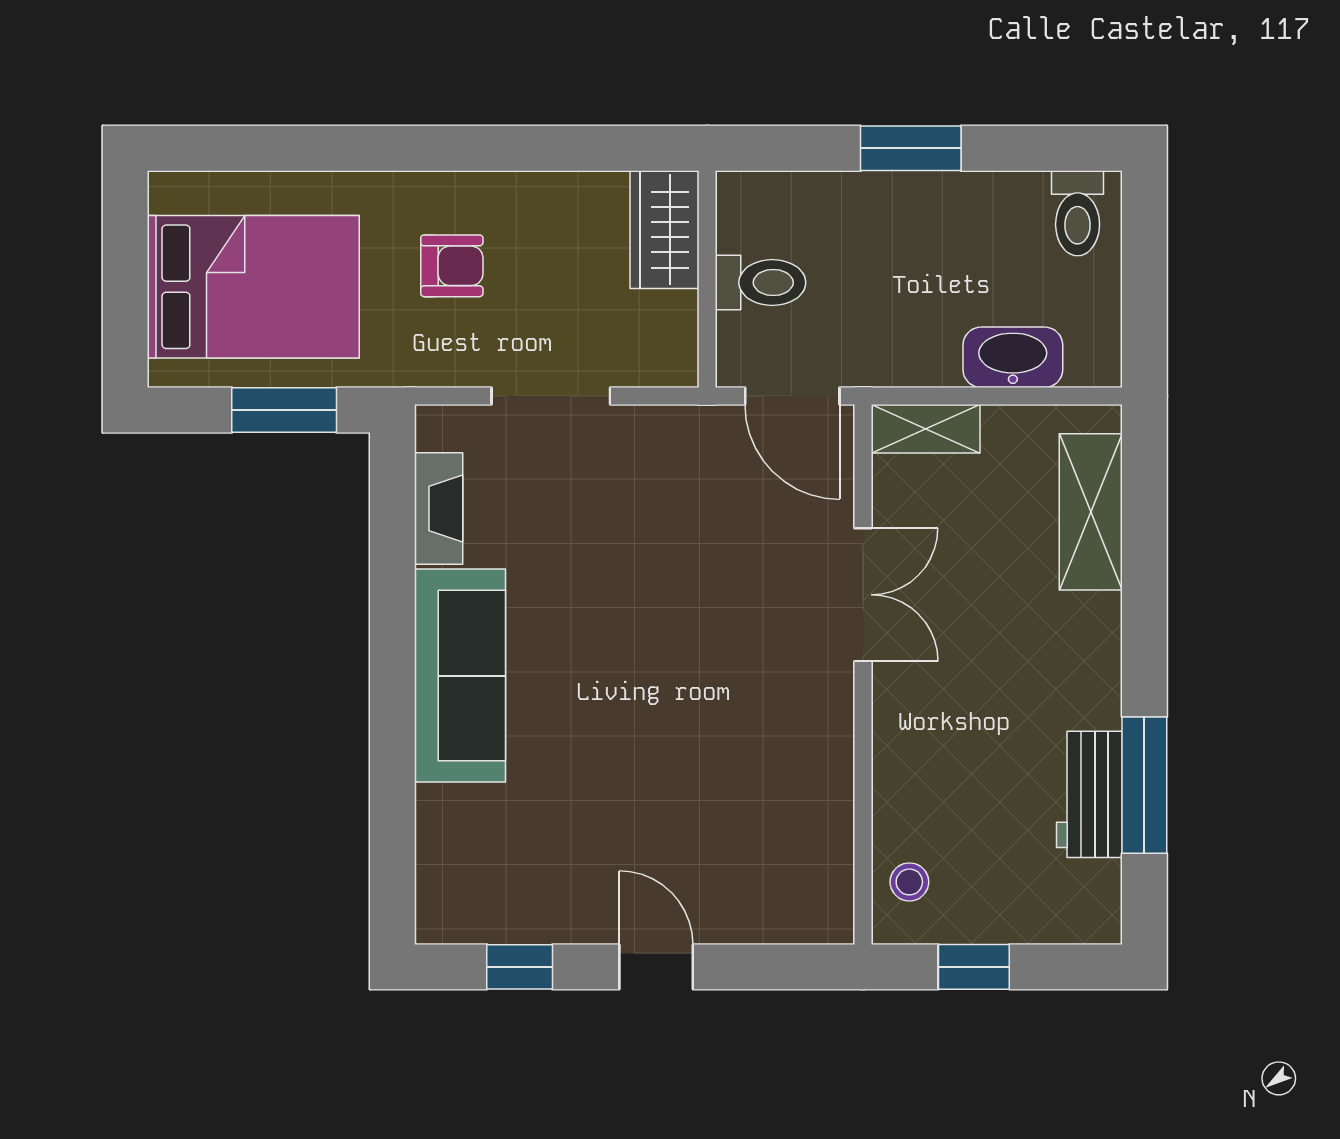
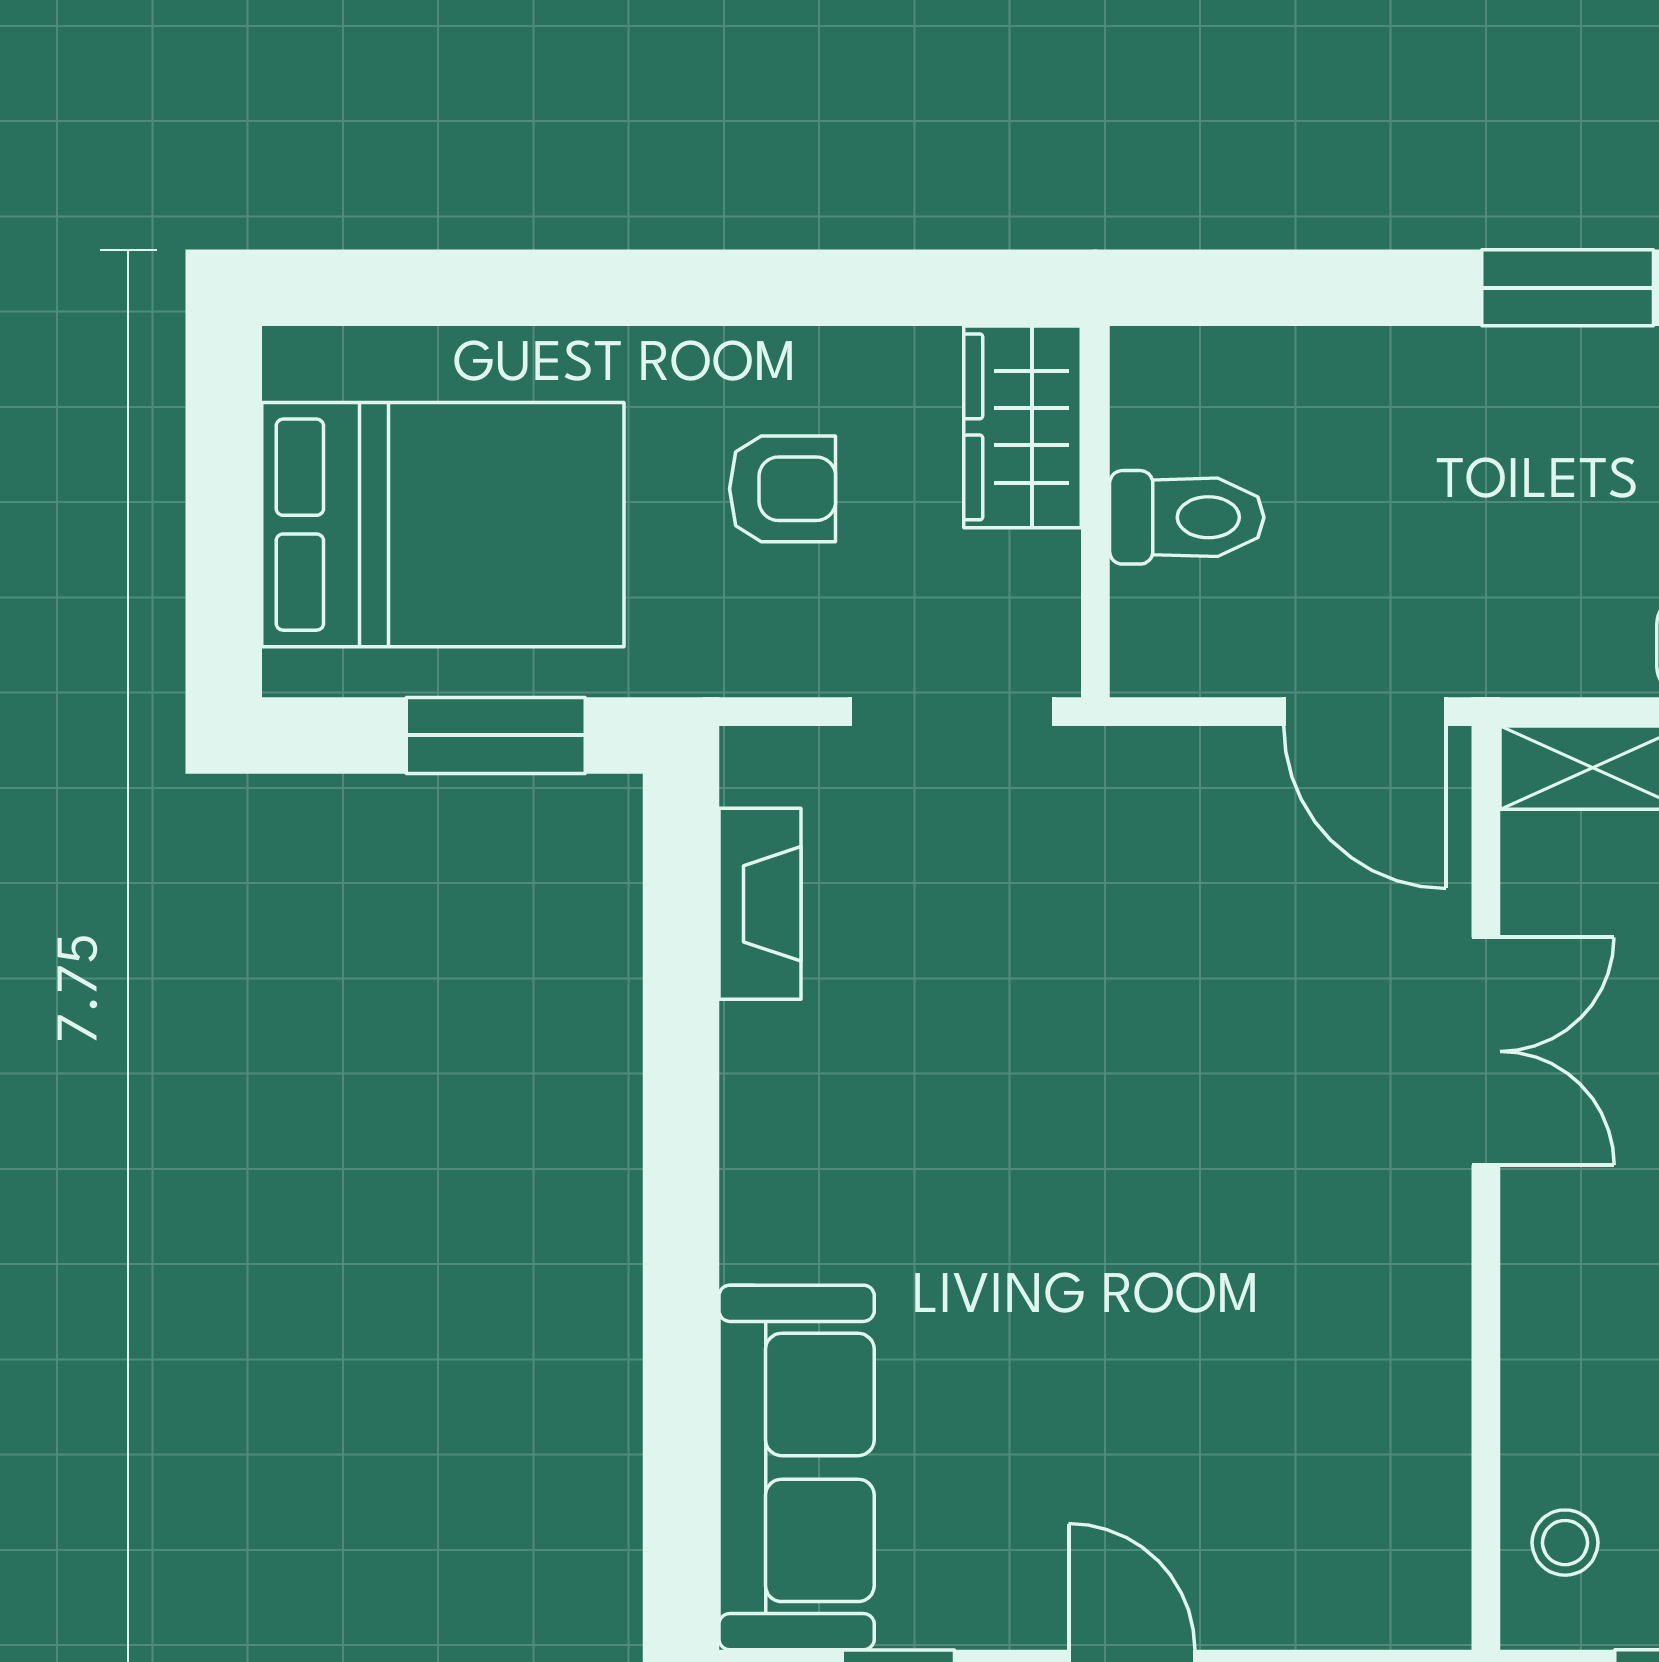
wardrobe: (665, 230) -> (1022, 427), moved
wall: (707, 279) -> (1095, 512), moved
toilet: (761, 283) -> (1187, 517), moved
sofa: (460, 676) -> (797, 1467), moved

